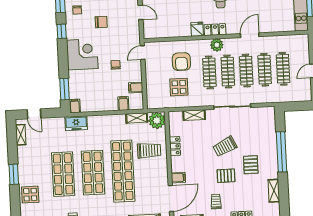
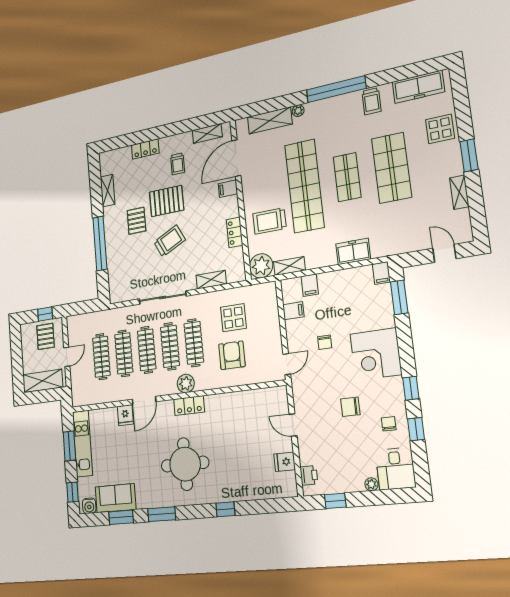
fridge: (197, 29) -> (125, 415), moved
freezer: (76, 123) -> (353, 251), moved
shelving: (21, 135) -> (459, 192), moved
shop shelf: (93, 173) -> (347, 177), width x0.70, depth x0.74
pallet: (226, 176) -> (167, 201), width x1.50, depth x1.42

